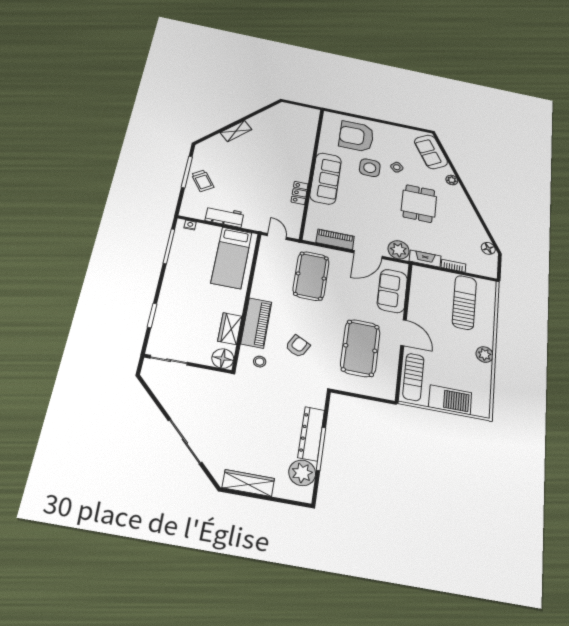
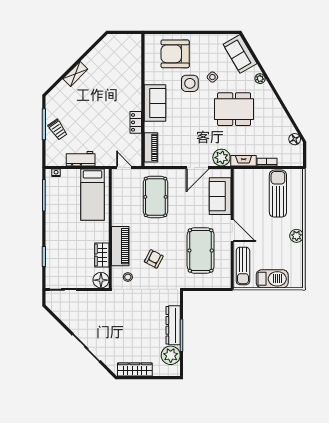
sofa: (326, 178) -> (155, 103), width x0.73
dining table: (419, 204) -> (234, 109), width x1.38
piano: (335, 239) -> (151, 147), moved, turned 90

